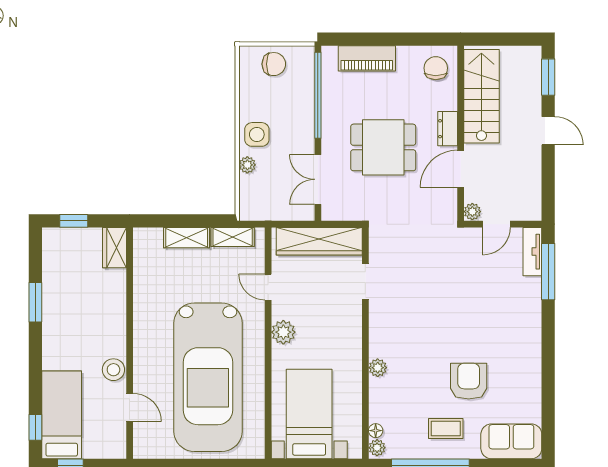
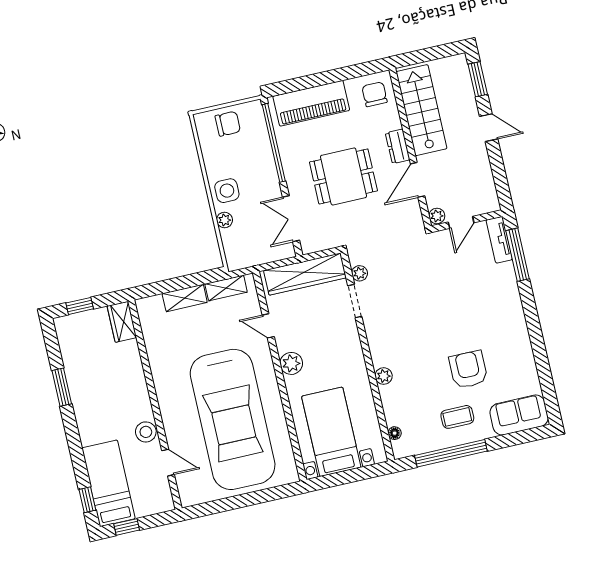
piano: (367, 58) -> (311, 103), width x1.37, depth x1.33
plant: (377, 448) -> (360, 273), moved

